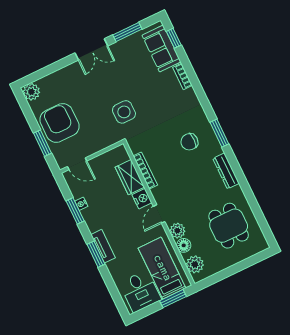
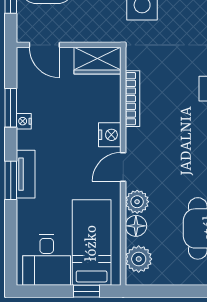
wardrobe: (130, 177) -> (97, 61), moved, turned -90
nightstand: (81, 204) -> (24, 121), moved
window: (173, 299) -> (87, 291), width x0.67

